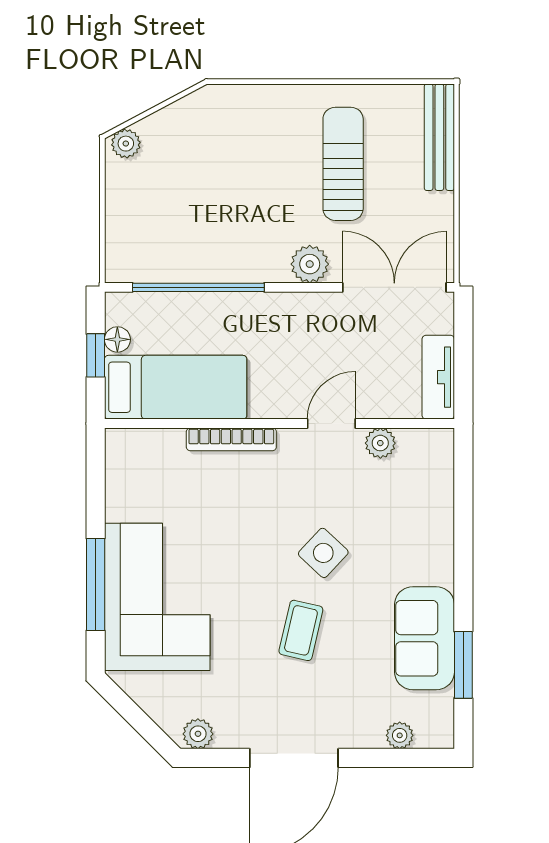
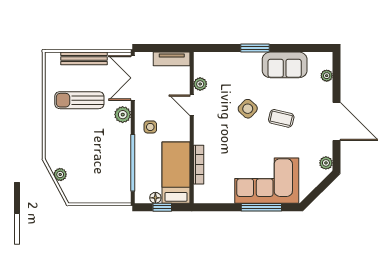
bench: (439, 137) -> (84, 58), moved
plant: (126, 144) -> (60, 175), moved
side table: (281, 328) -> (150, 127), added
bookcase: (231, 439) -> (199, 165), moved
window: (463, 665) -> (255, 48), moved

